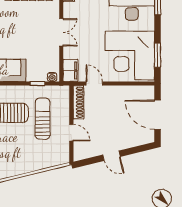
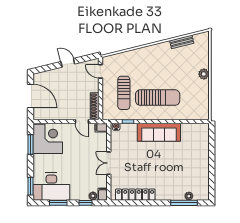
corner desk: (130, 56) -> (48, 139), width x0.74, depth x0.74
filing cabinet: (71, 70) -> (101, 128), width x0.50
door: (71, 133) -> (100, 71), moved

